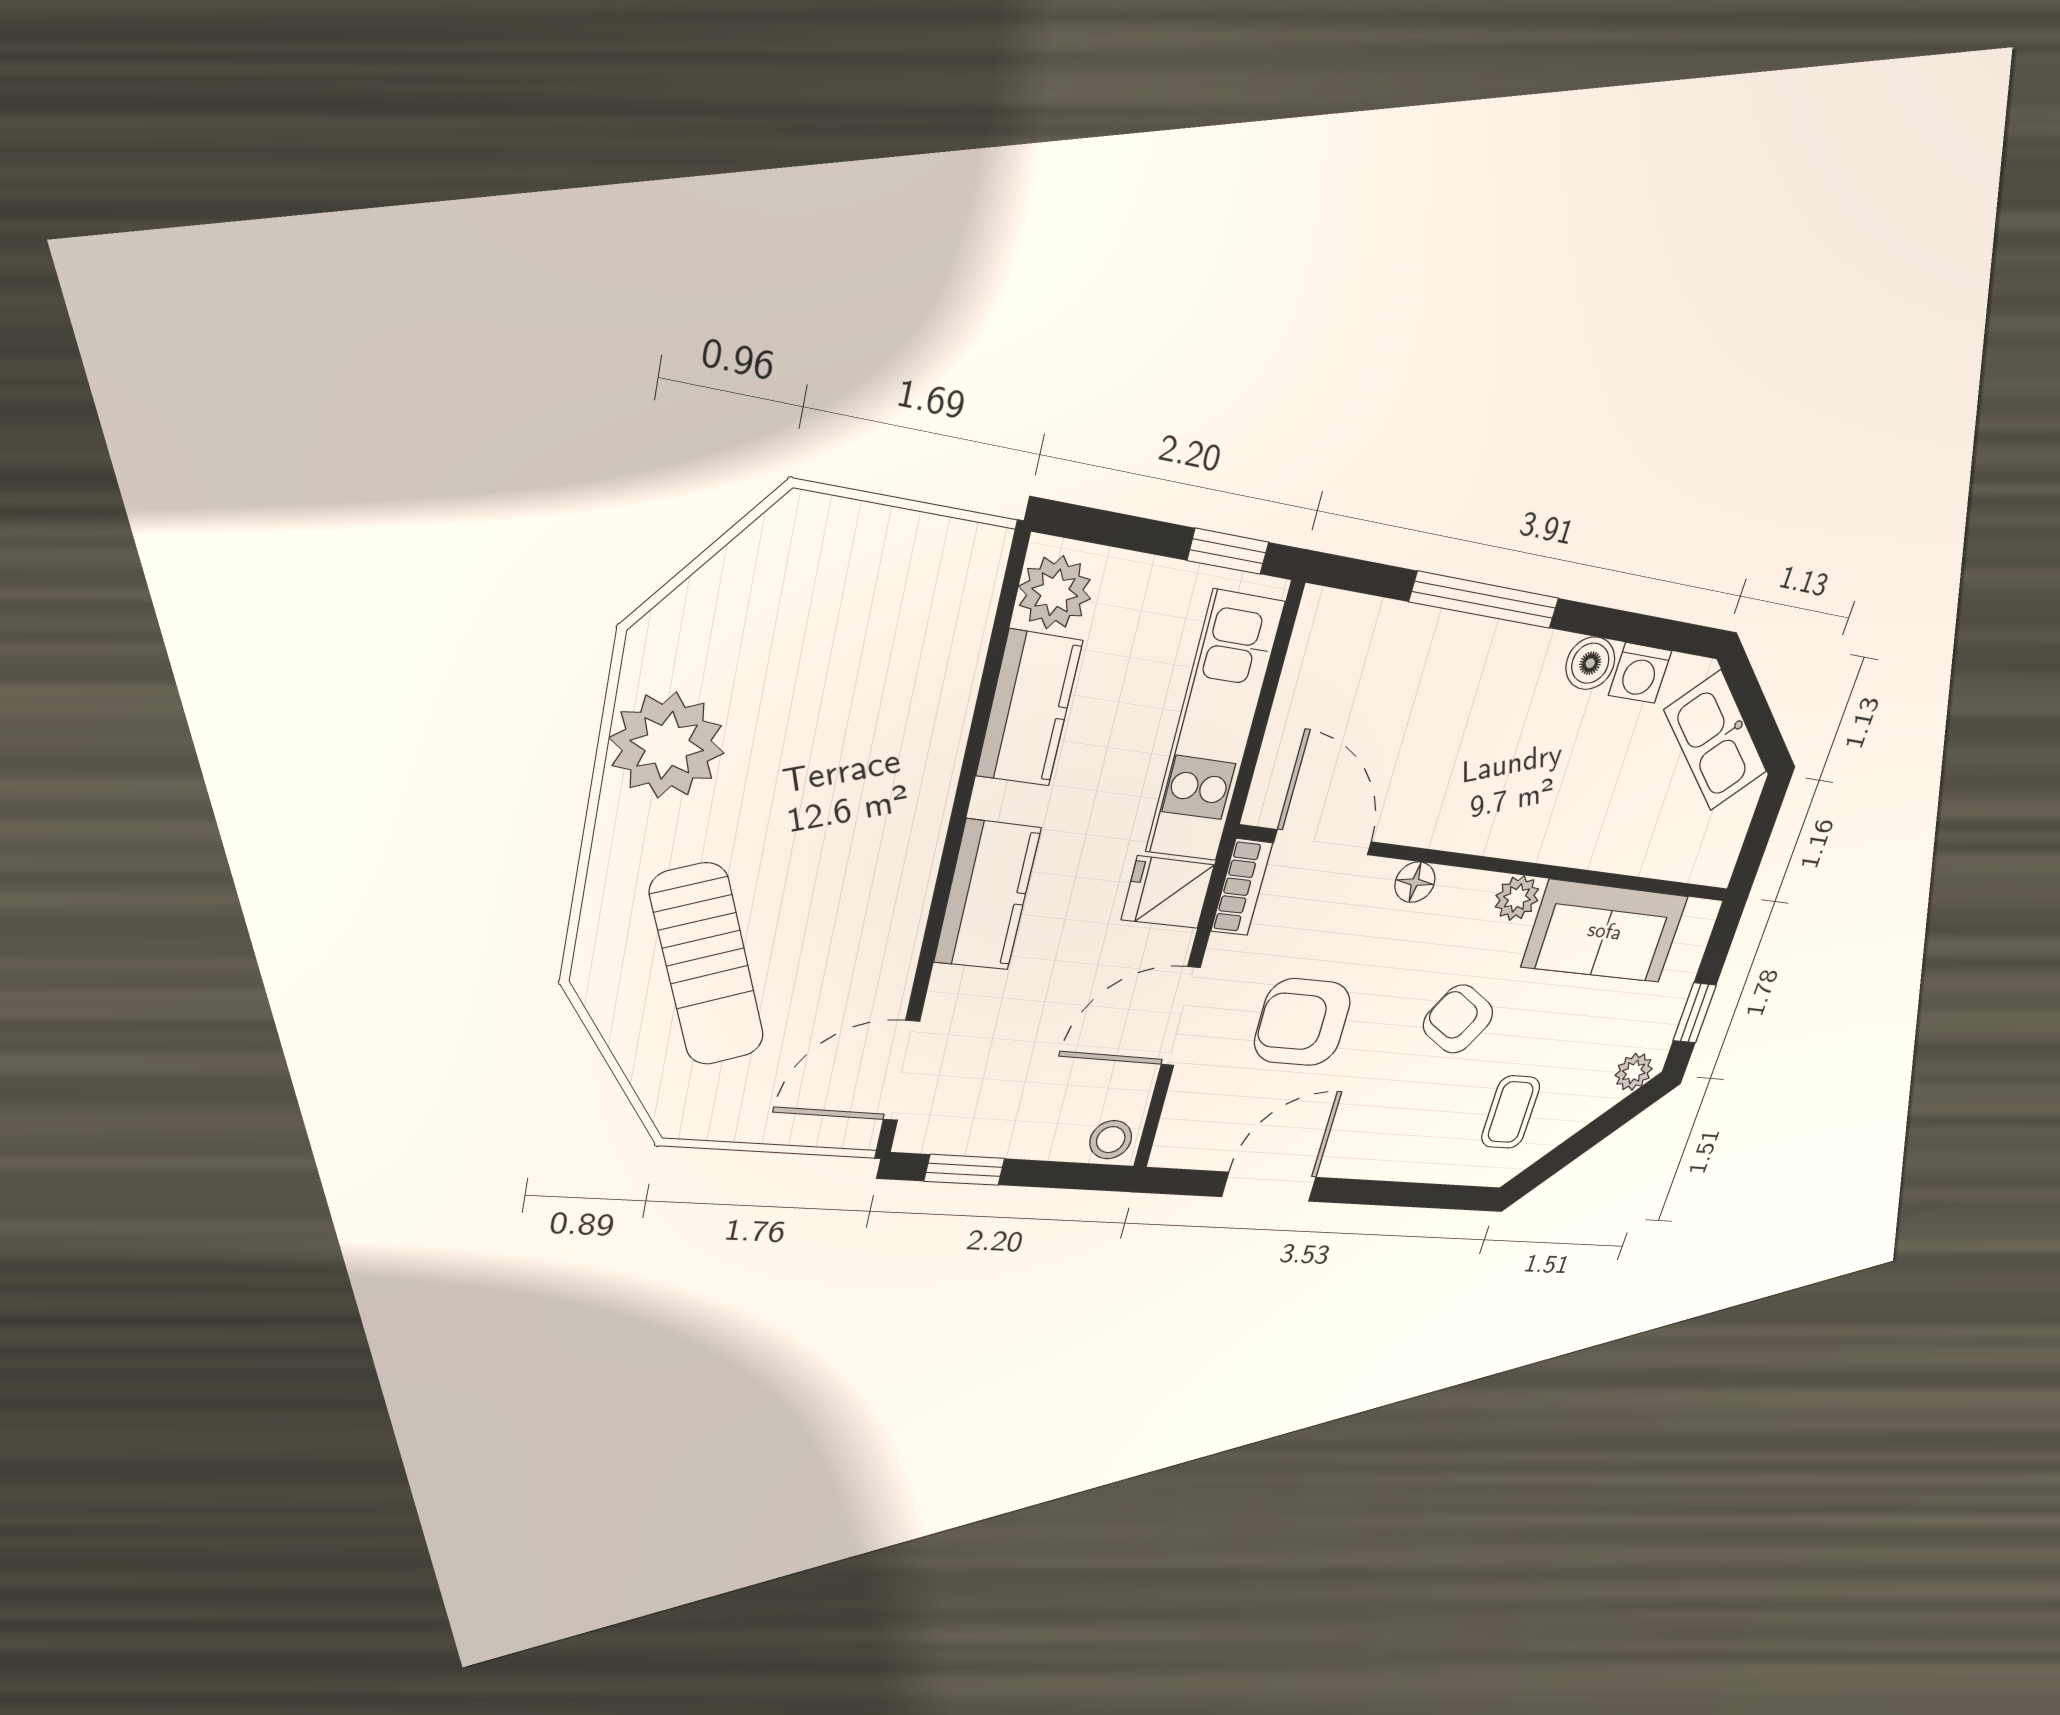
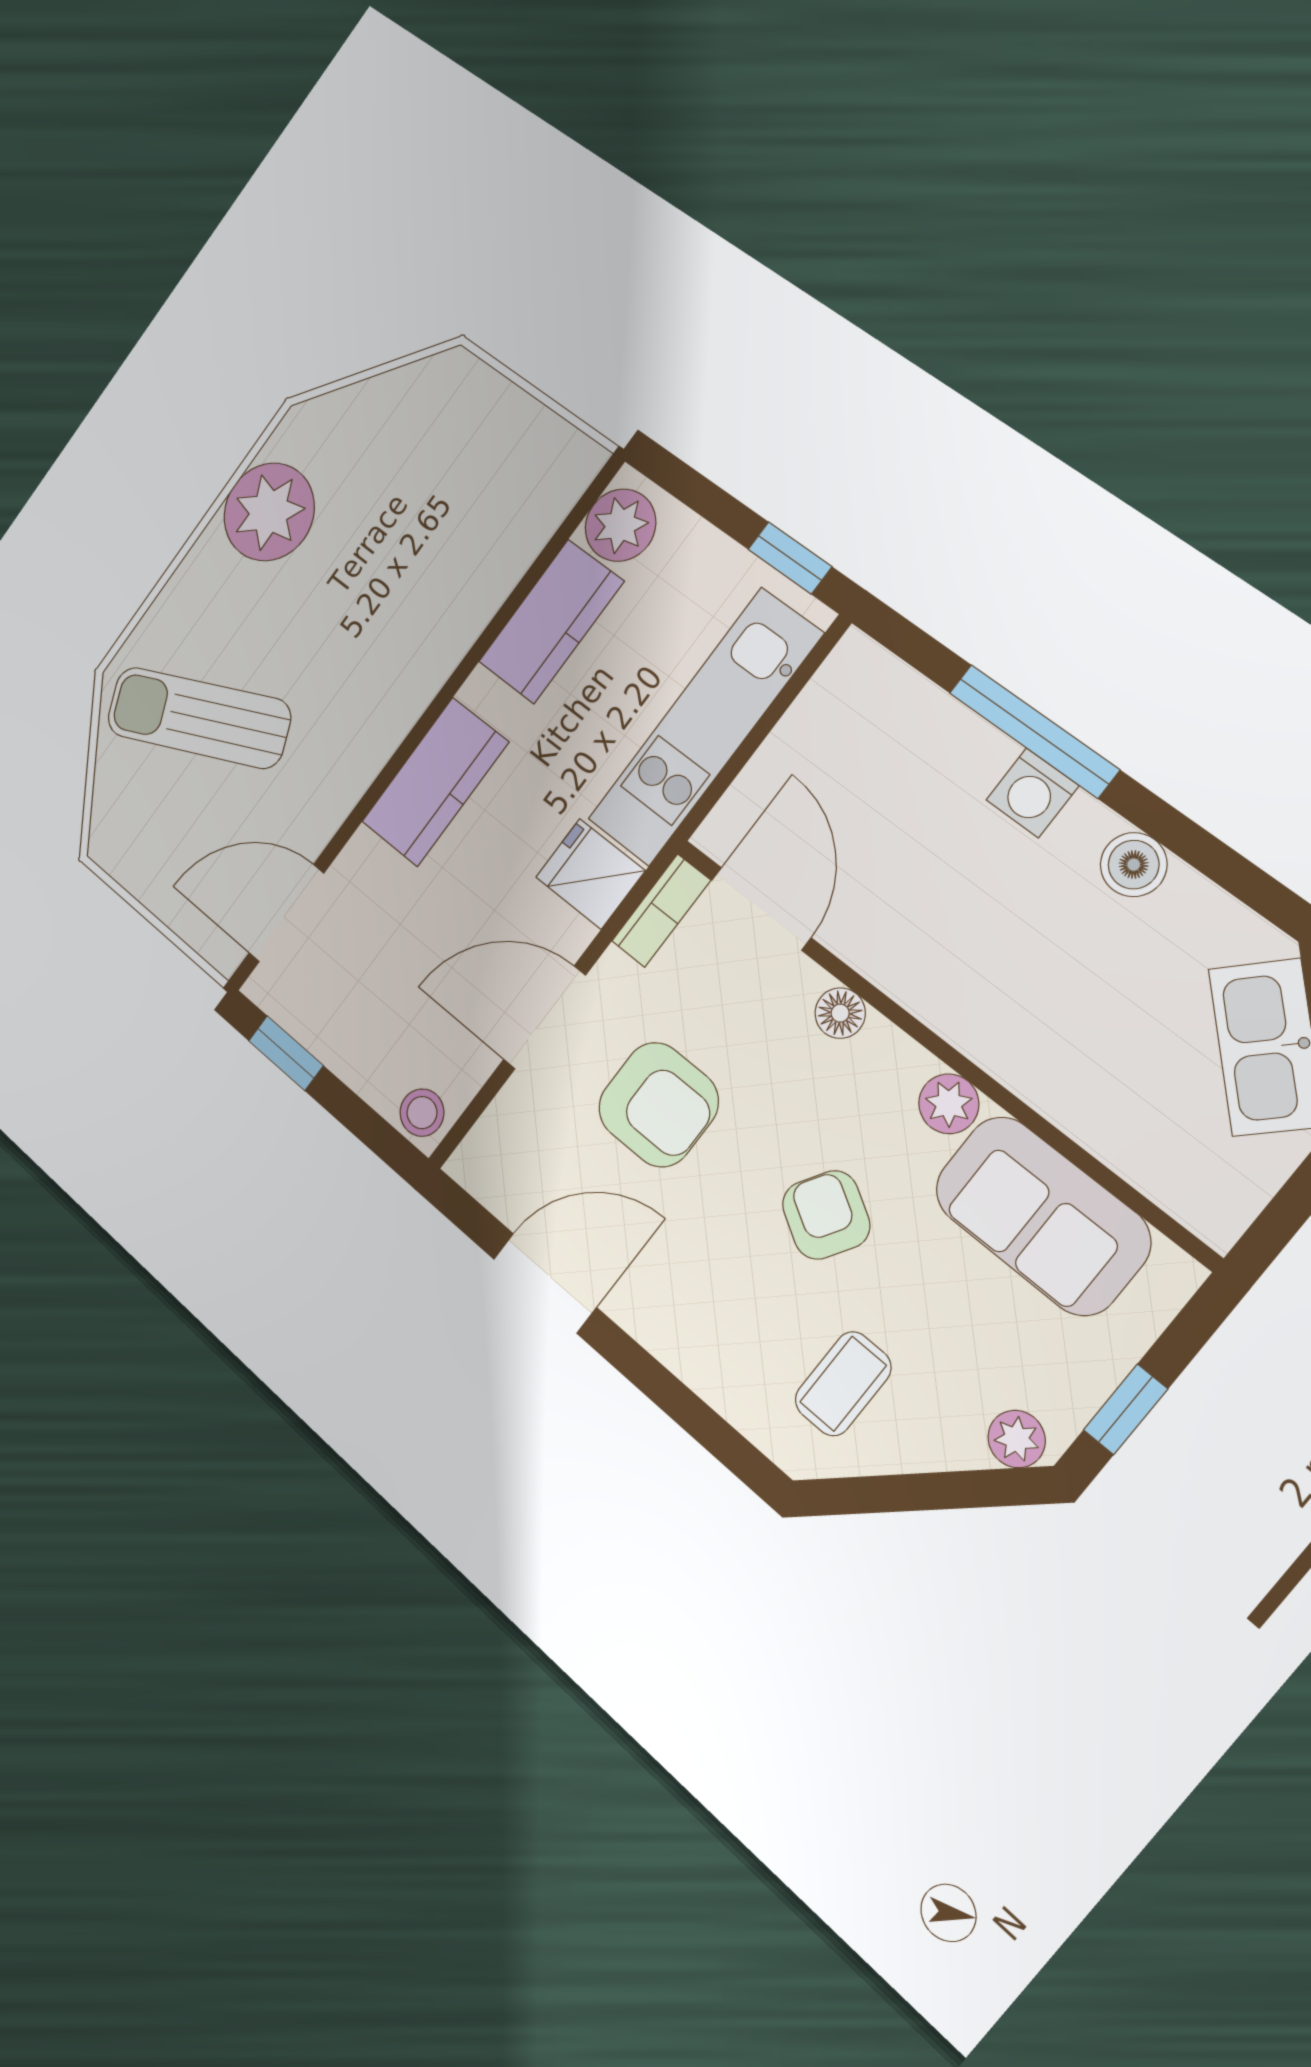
washing machine: (1640, 673) -> (1032, 793), moved
sun lounger: (707, 965) -> (198, 718), turned 87
armchair: (1302, 1022) -> (658, 1105), turned 180

